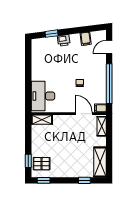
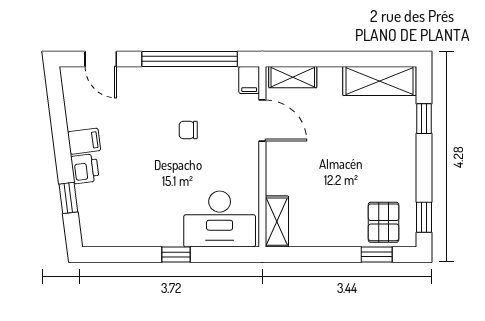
filing cabinet: (86, 39) -> (84, 141), moved
window: (28, 78) -> (176, 254), added
door: (84, 114) -> (262, 121), swing flipped

